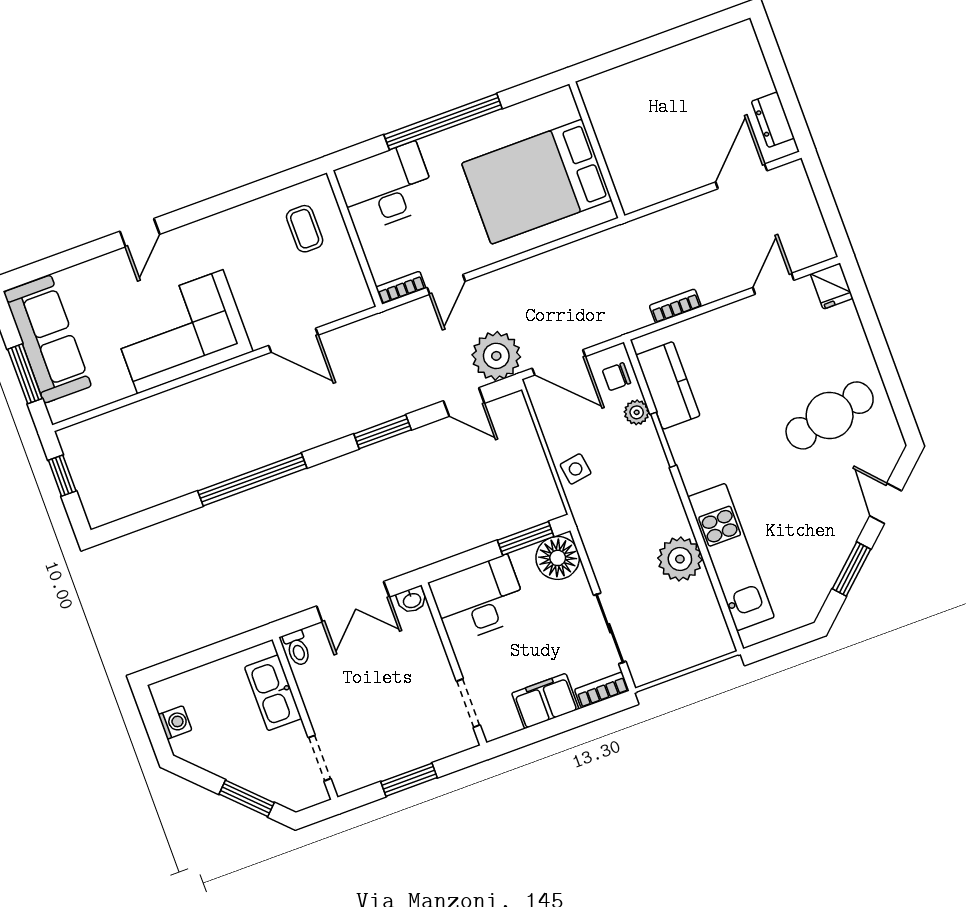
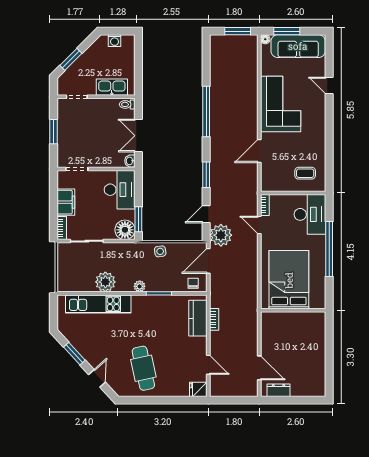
door: (140, 233) -> (329, 85), moved
kitchen counter: (668, 385) -> (198, 318), moved, turned 90
floor lamp: (58, 412) -> (265, 39), added
plant: (637, 412) -> (140, 286), moved
window: (62, 476) -> (238, 31), width x1.50
door: (886, 503) -> (97, 378), hinge flipped

